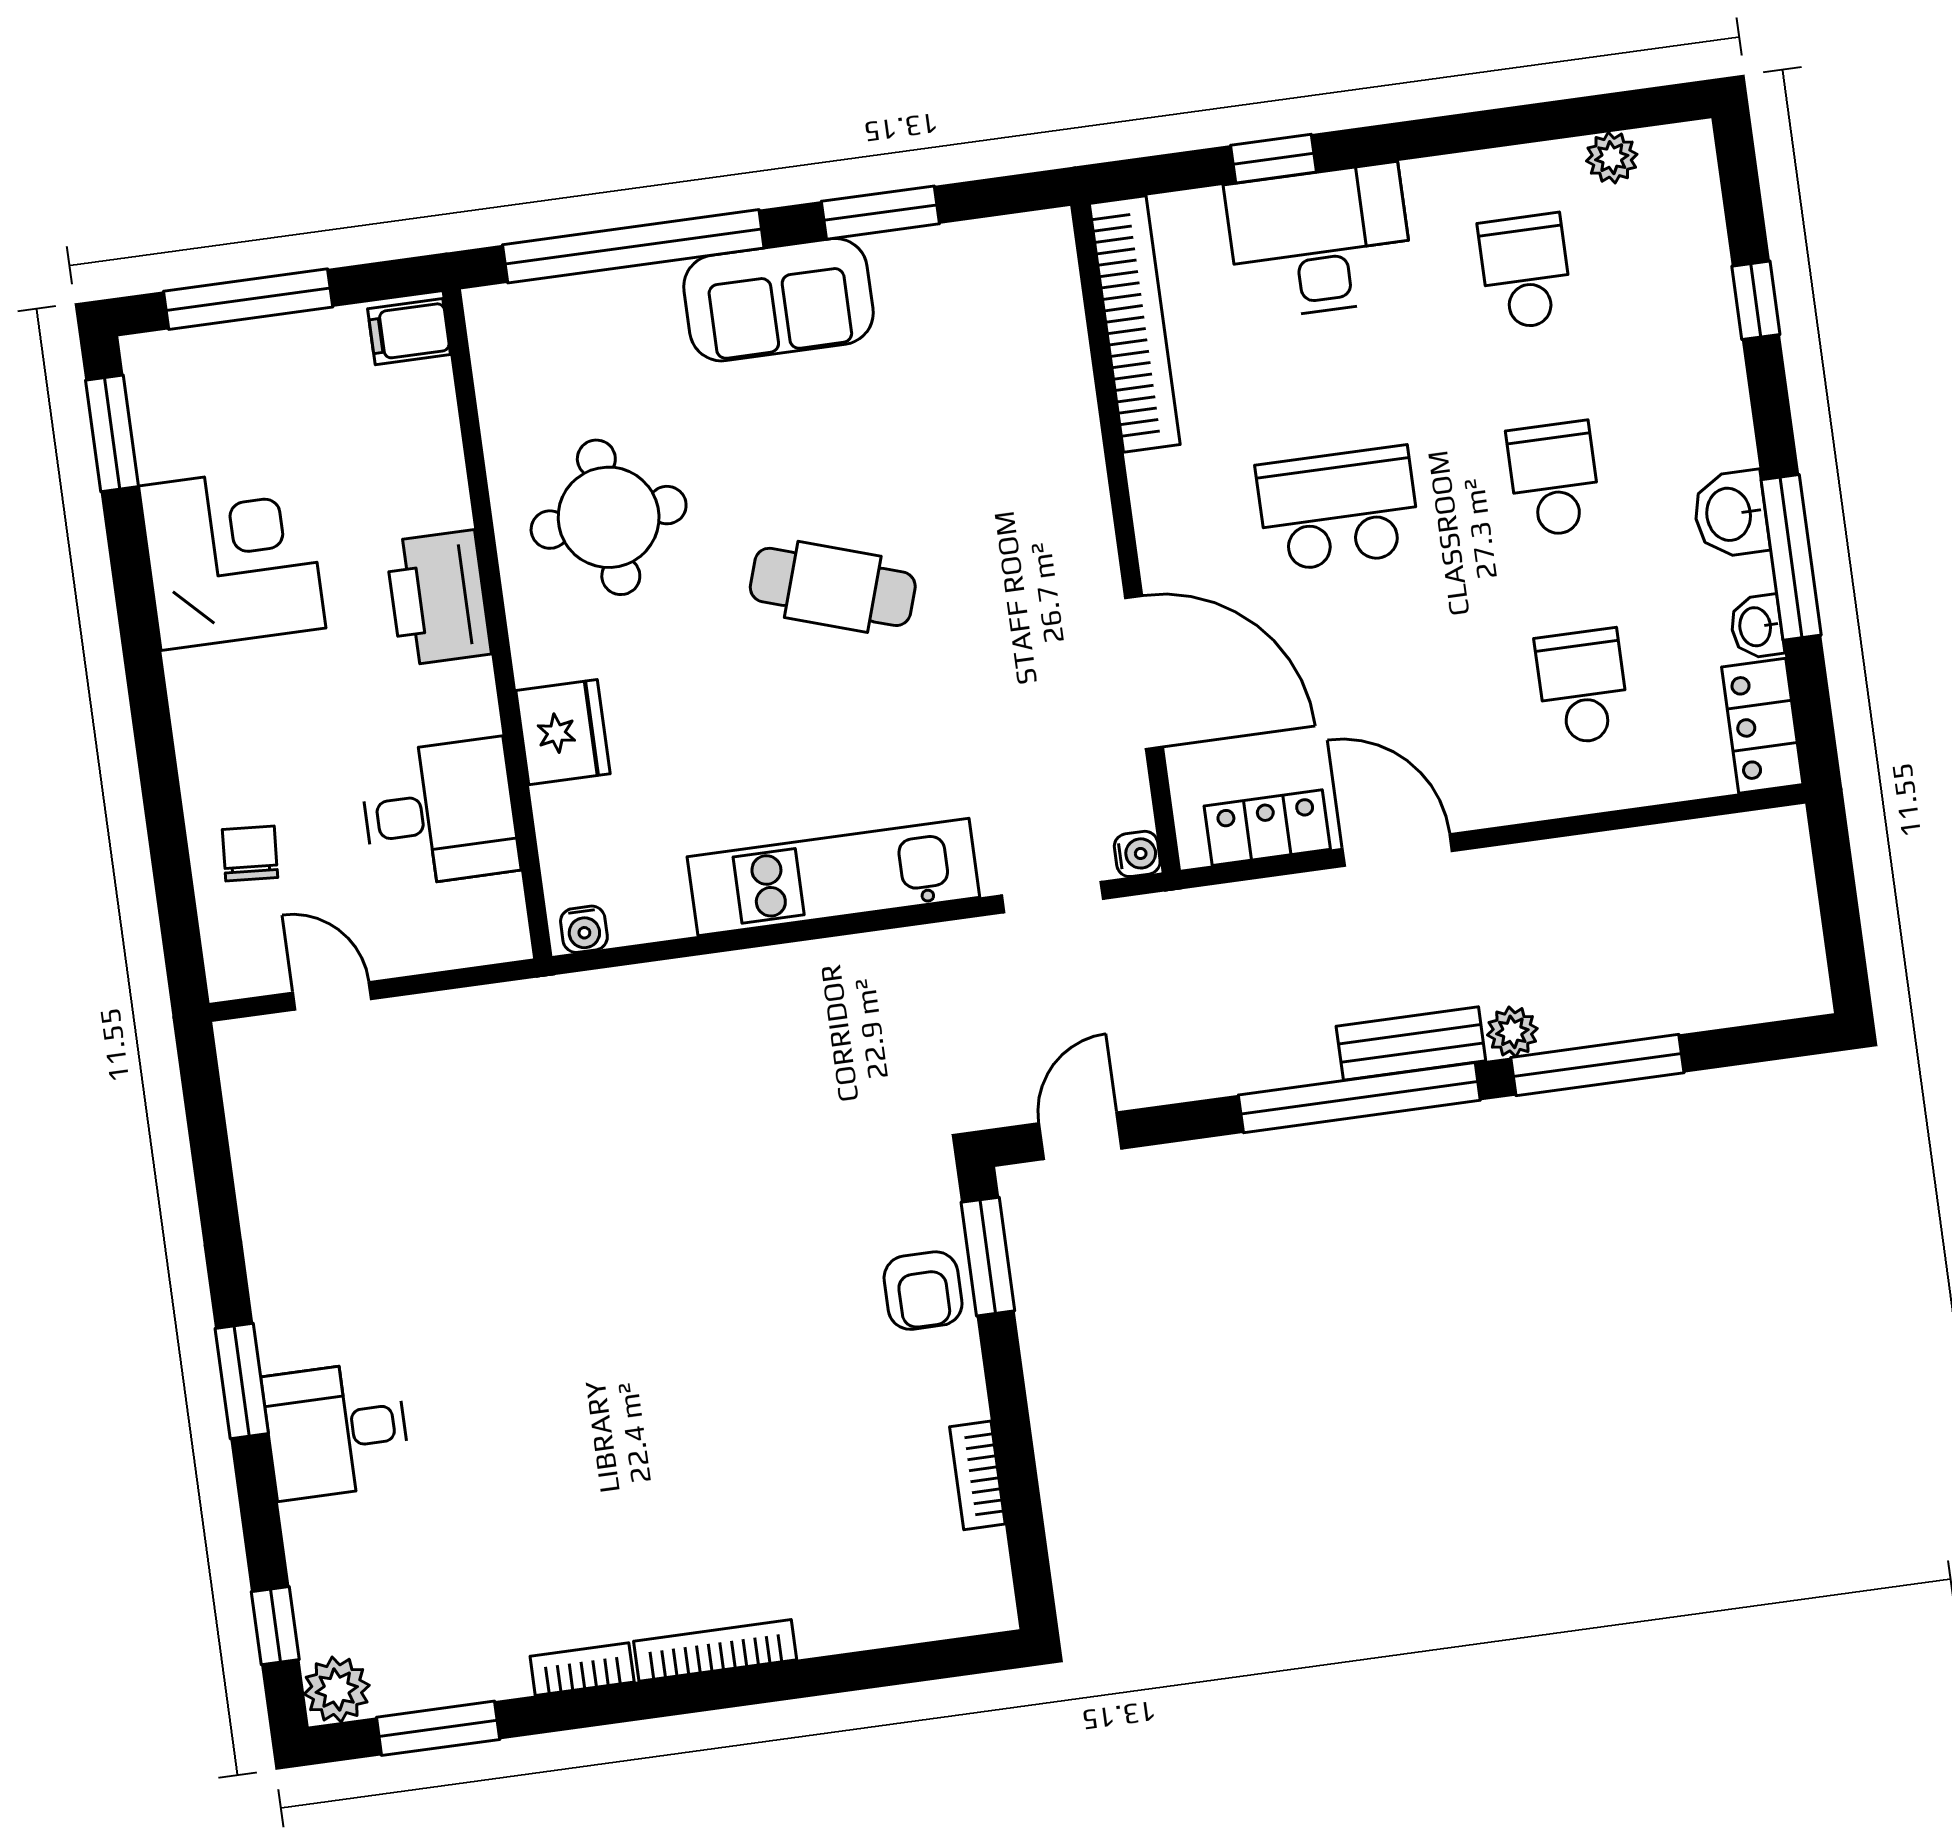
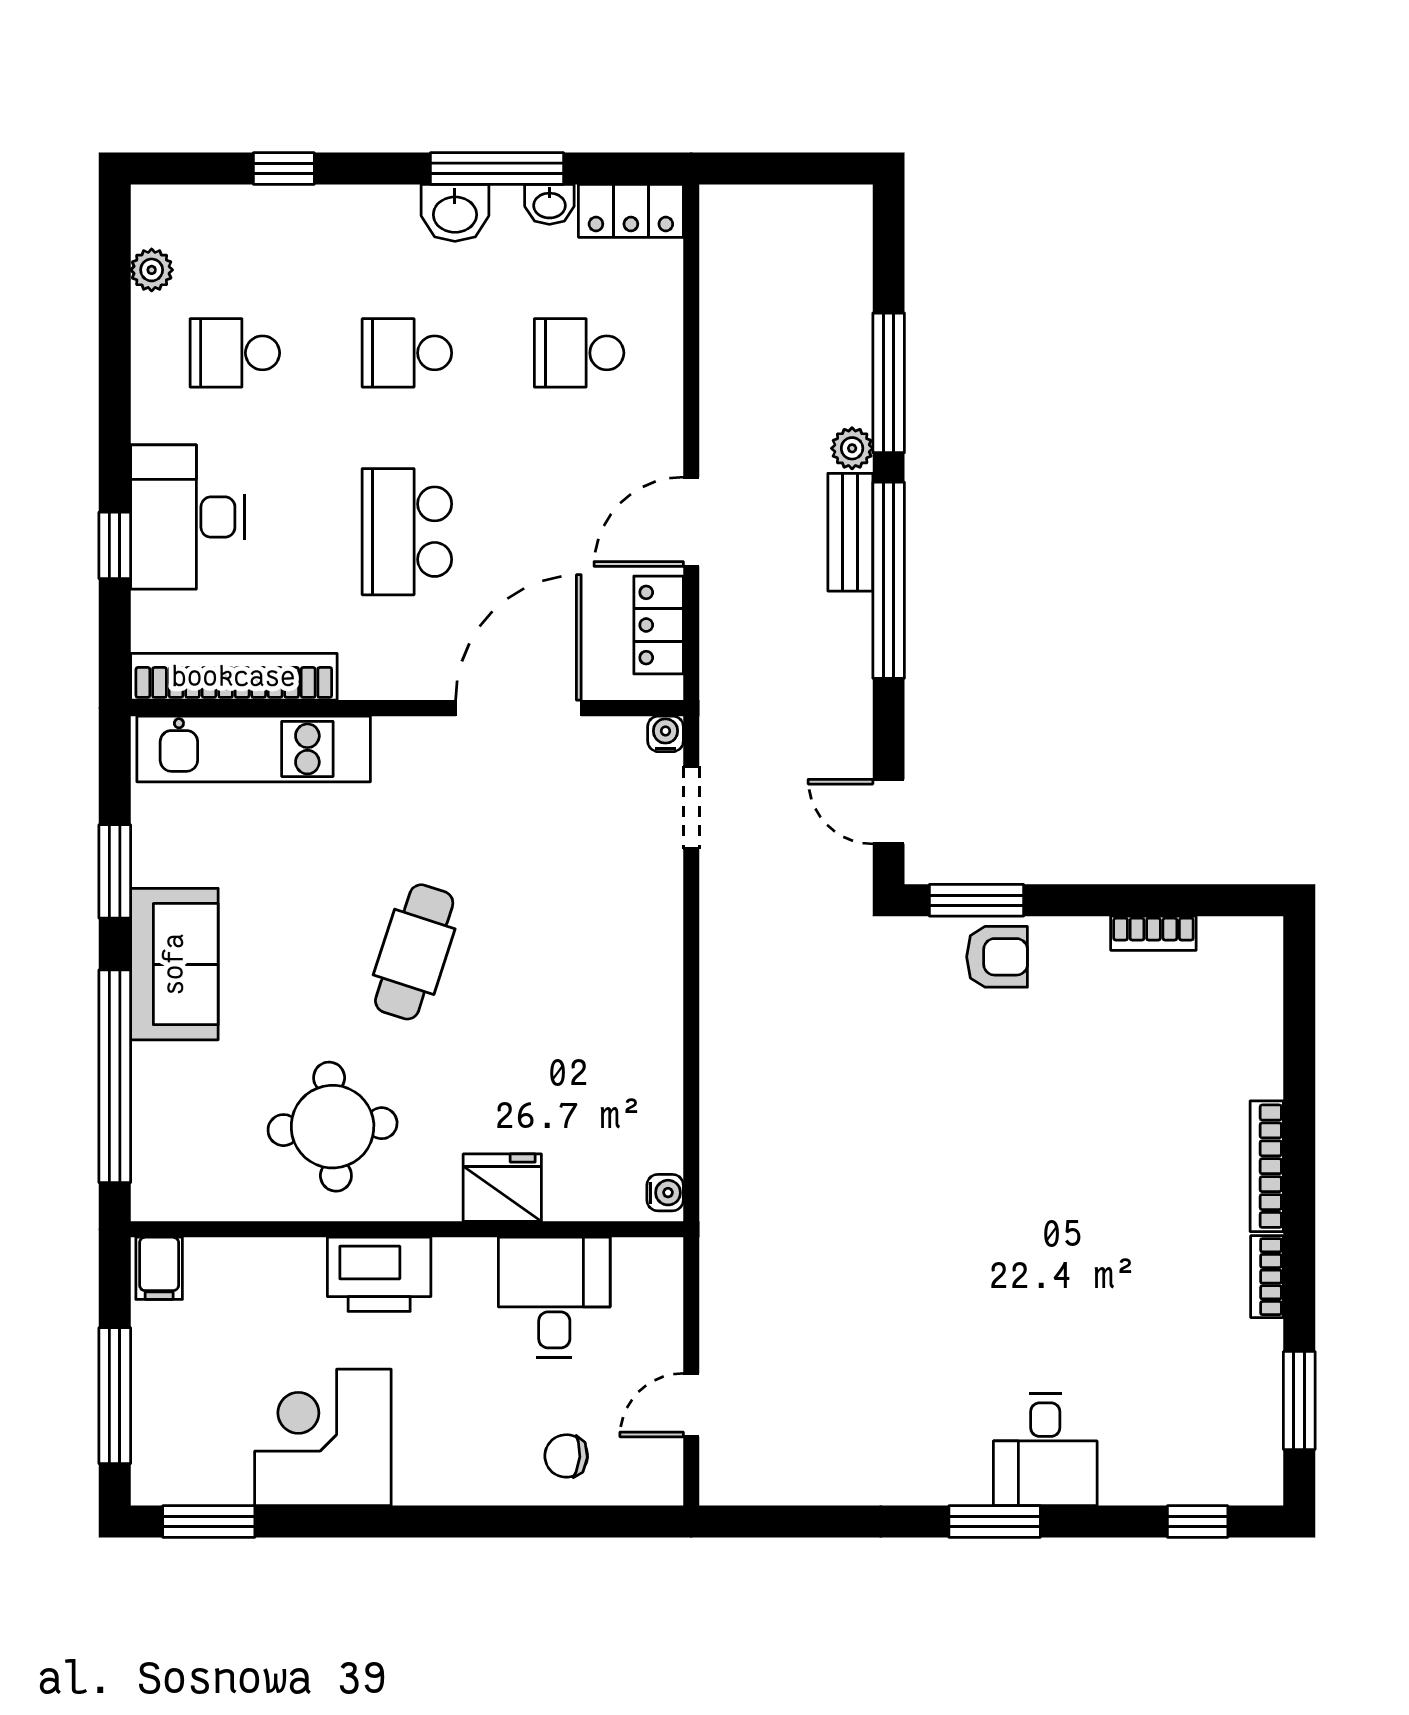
kitchen unit: (833, 877) -> (254, 749), moved, turned -90
plant: (337, 1690) -> (1256, 1479), removed

